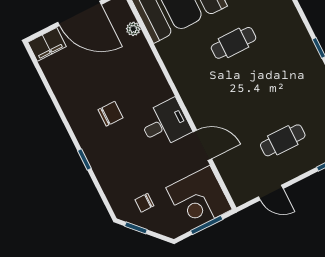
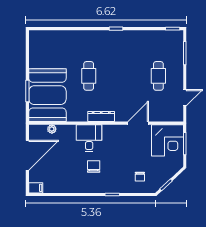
filing cabinet: (47, 44) -> (36, 188), width x0.50
dresser: (186, 89) -> (101, 116), added
desk: (165, 124) -> (89, 138), moved
chair: (144, 203) -> (140, 177), moved

